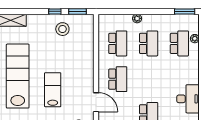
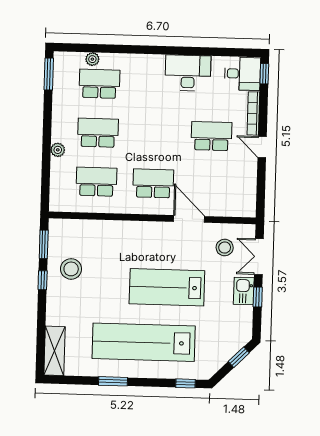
lab bench: (53, 90) -> (167, 287), width x1.36, depth x1.39
door: (96, 102) -> (189, 219), hinge flipped

